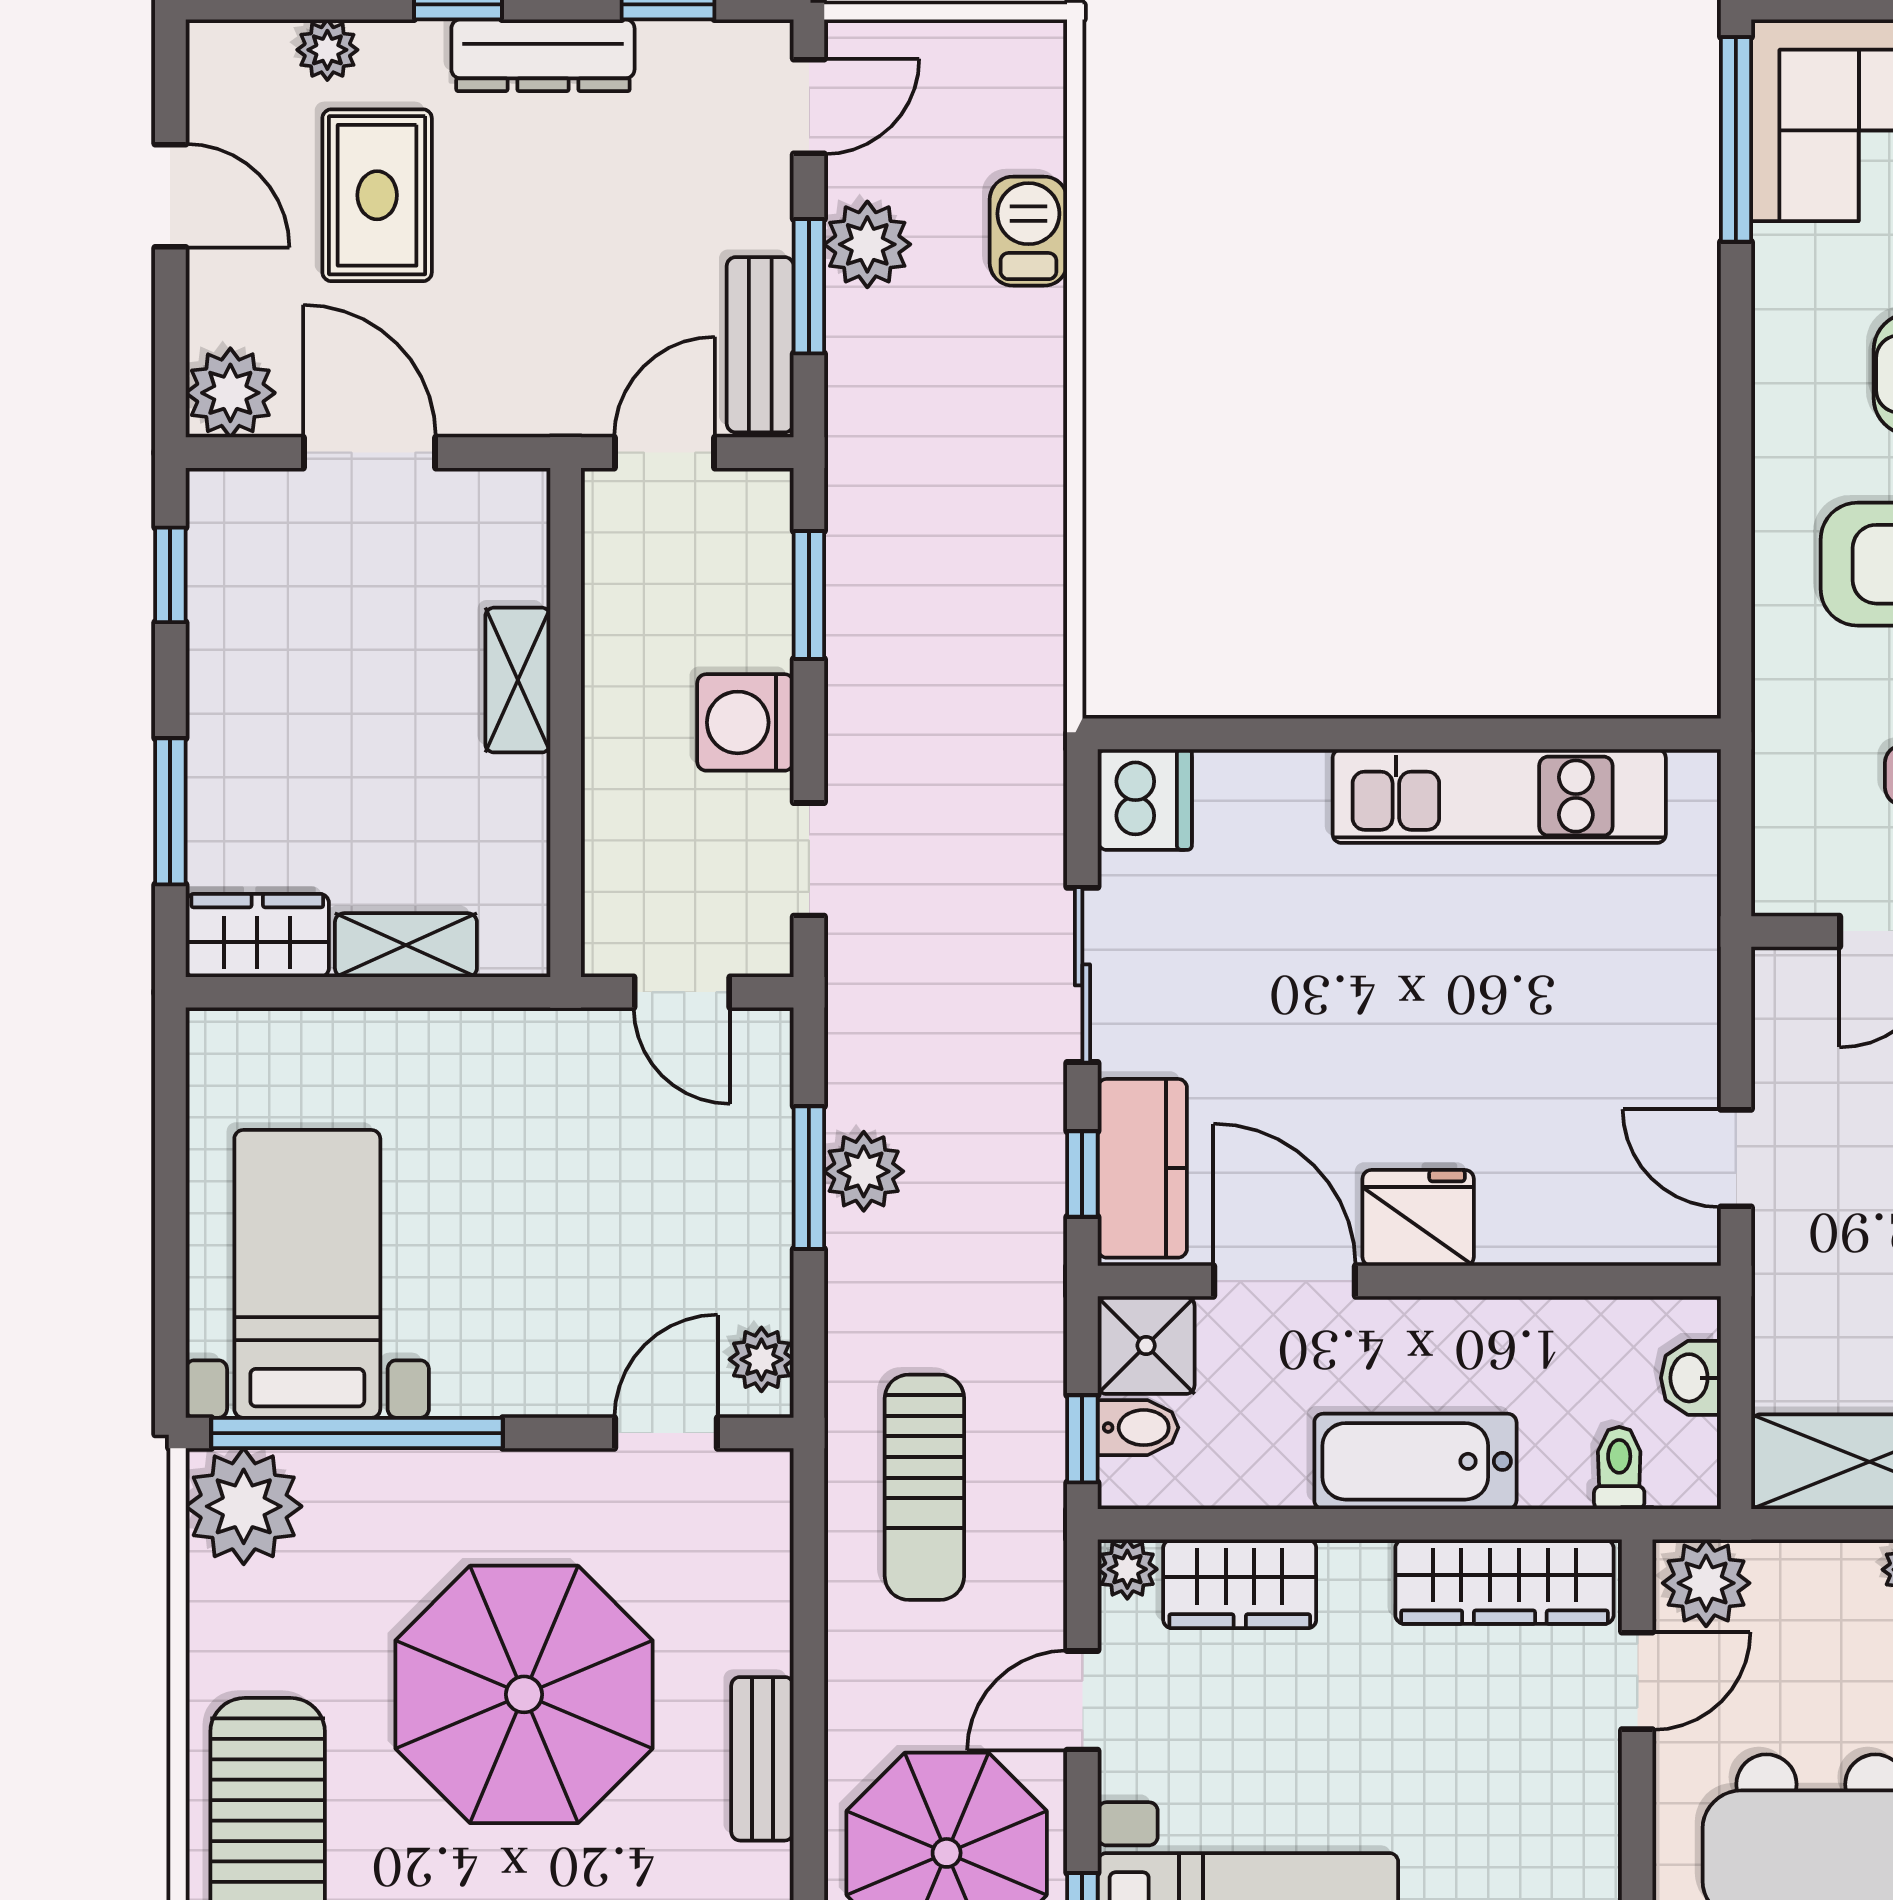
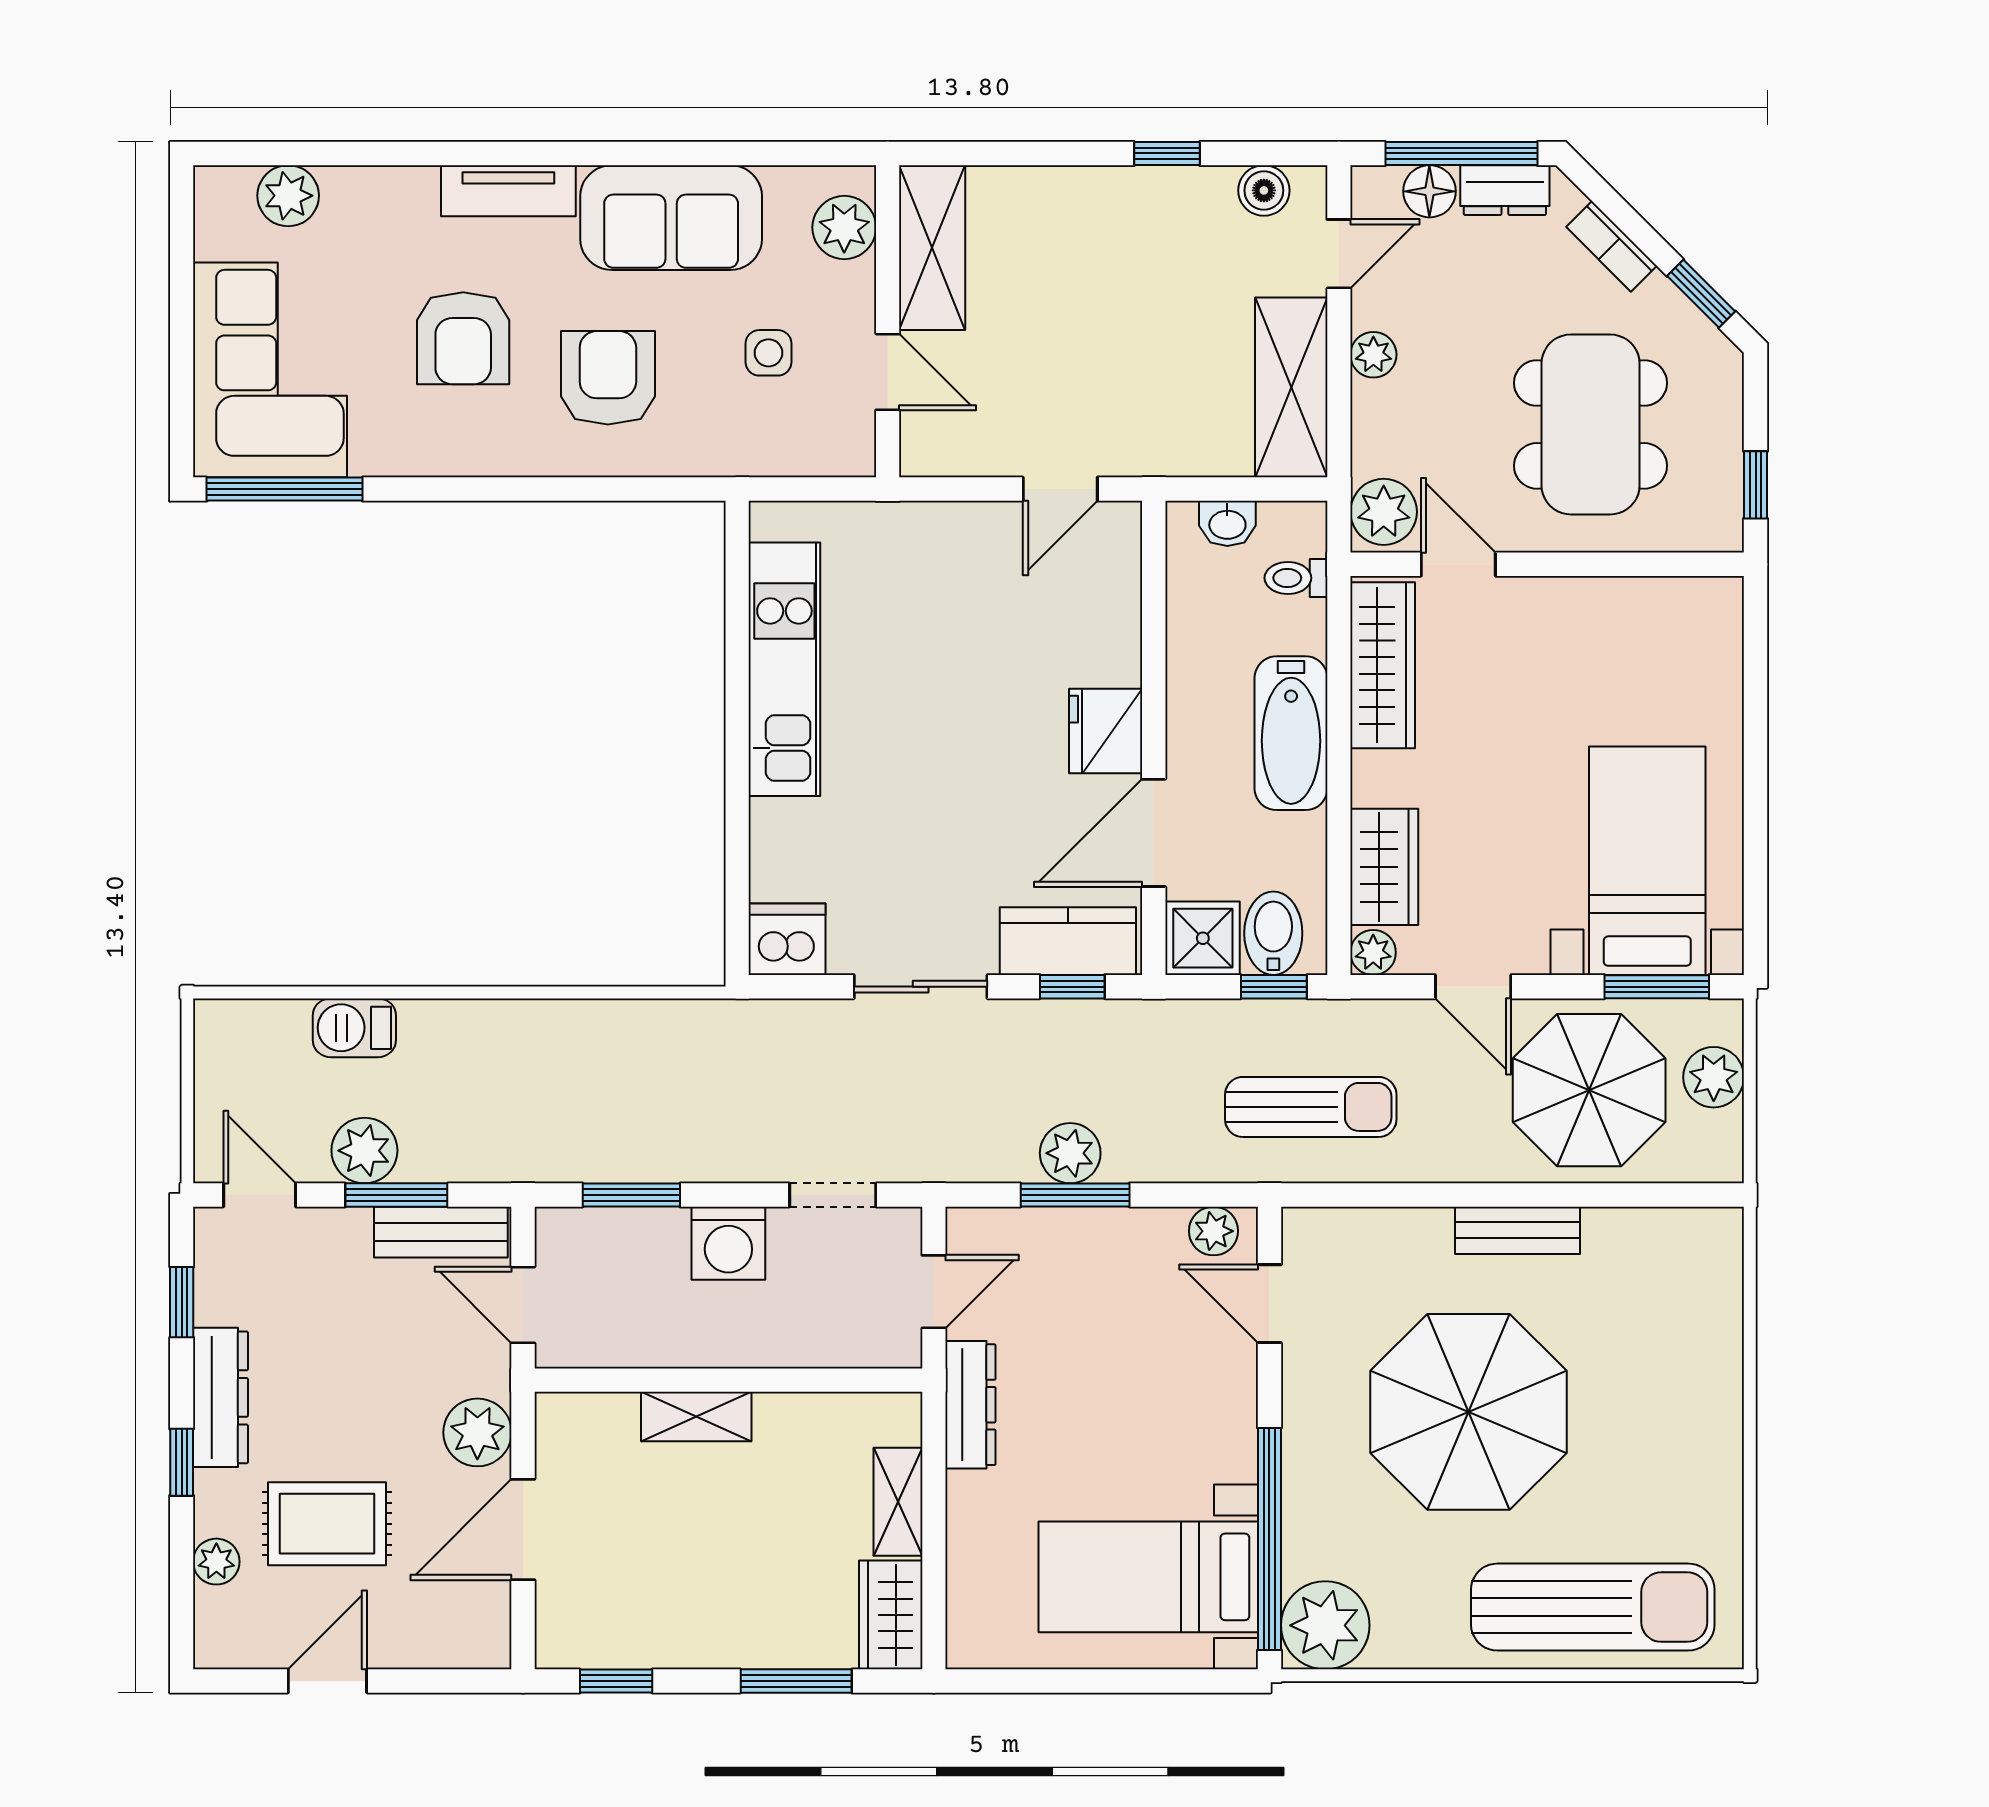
plant: (230, 393) -> (477, 1432), moved
dresser: (533, 1040) -> (970, 1405), added
bidet: (1138, 1428) -> (1273, 933), width x1.38, depth x1.36

